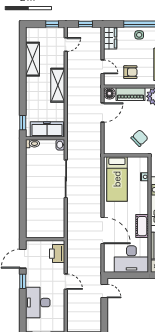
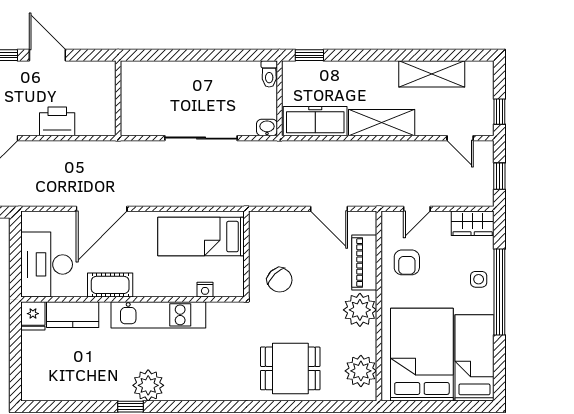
floor lamp: (109, 93) -> (366, 222), removed
freezer: (47, 129) -> (315, 121), moved, turned -90
wall: (45, 239) -> (118, 98), moved

